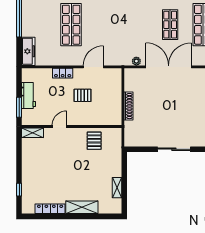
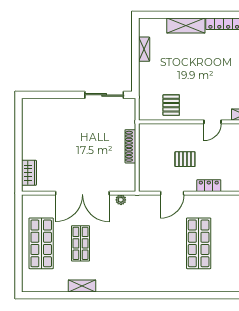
sliding door: (174, 149) -> (104, 95), moved

